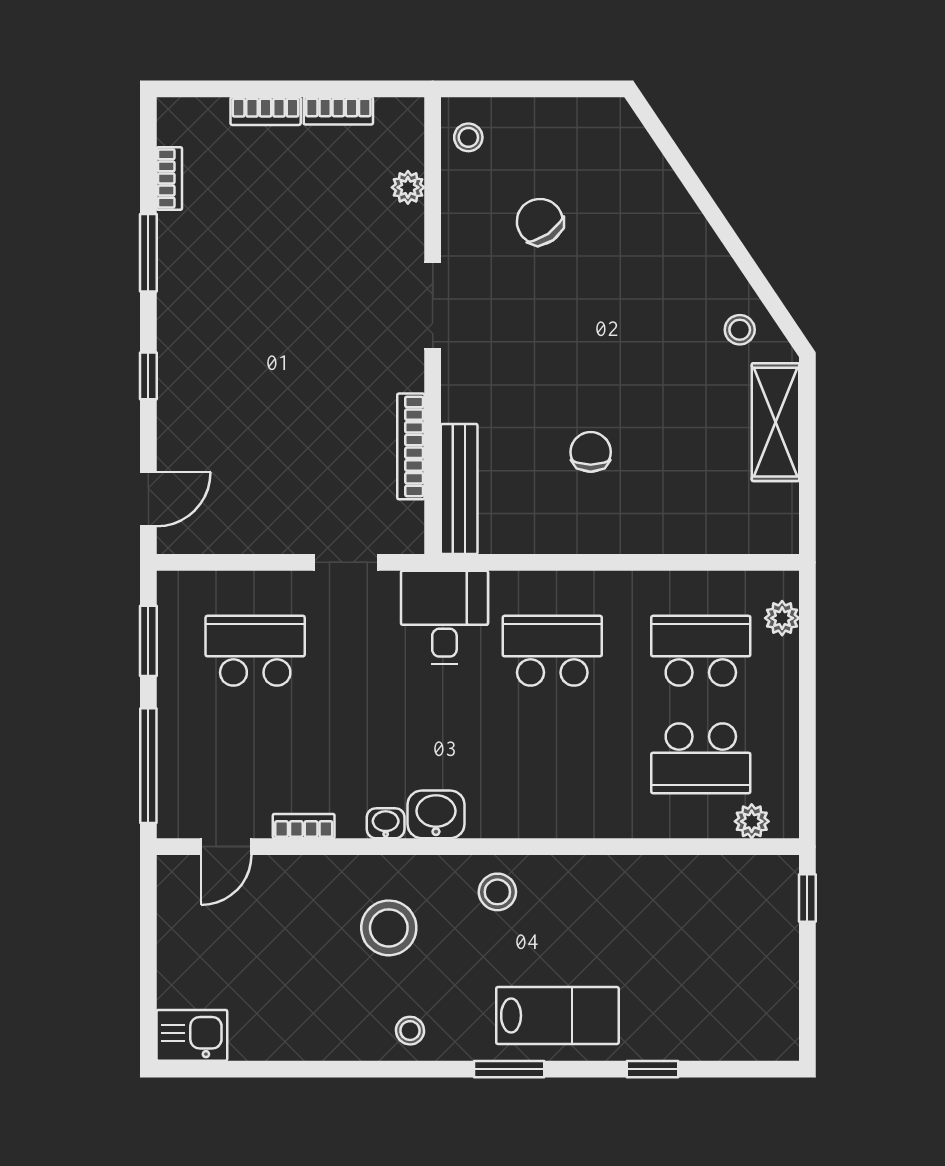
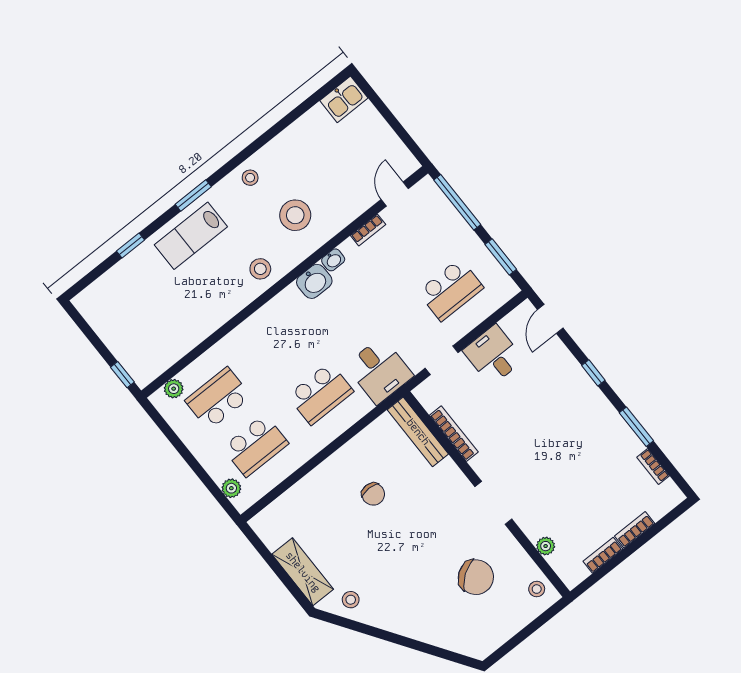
chair: (540, 222) -> (476, 577), width x1.37, depth x1.37
desk: (268, 512) -> (493, 355), added

